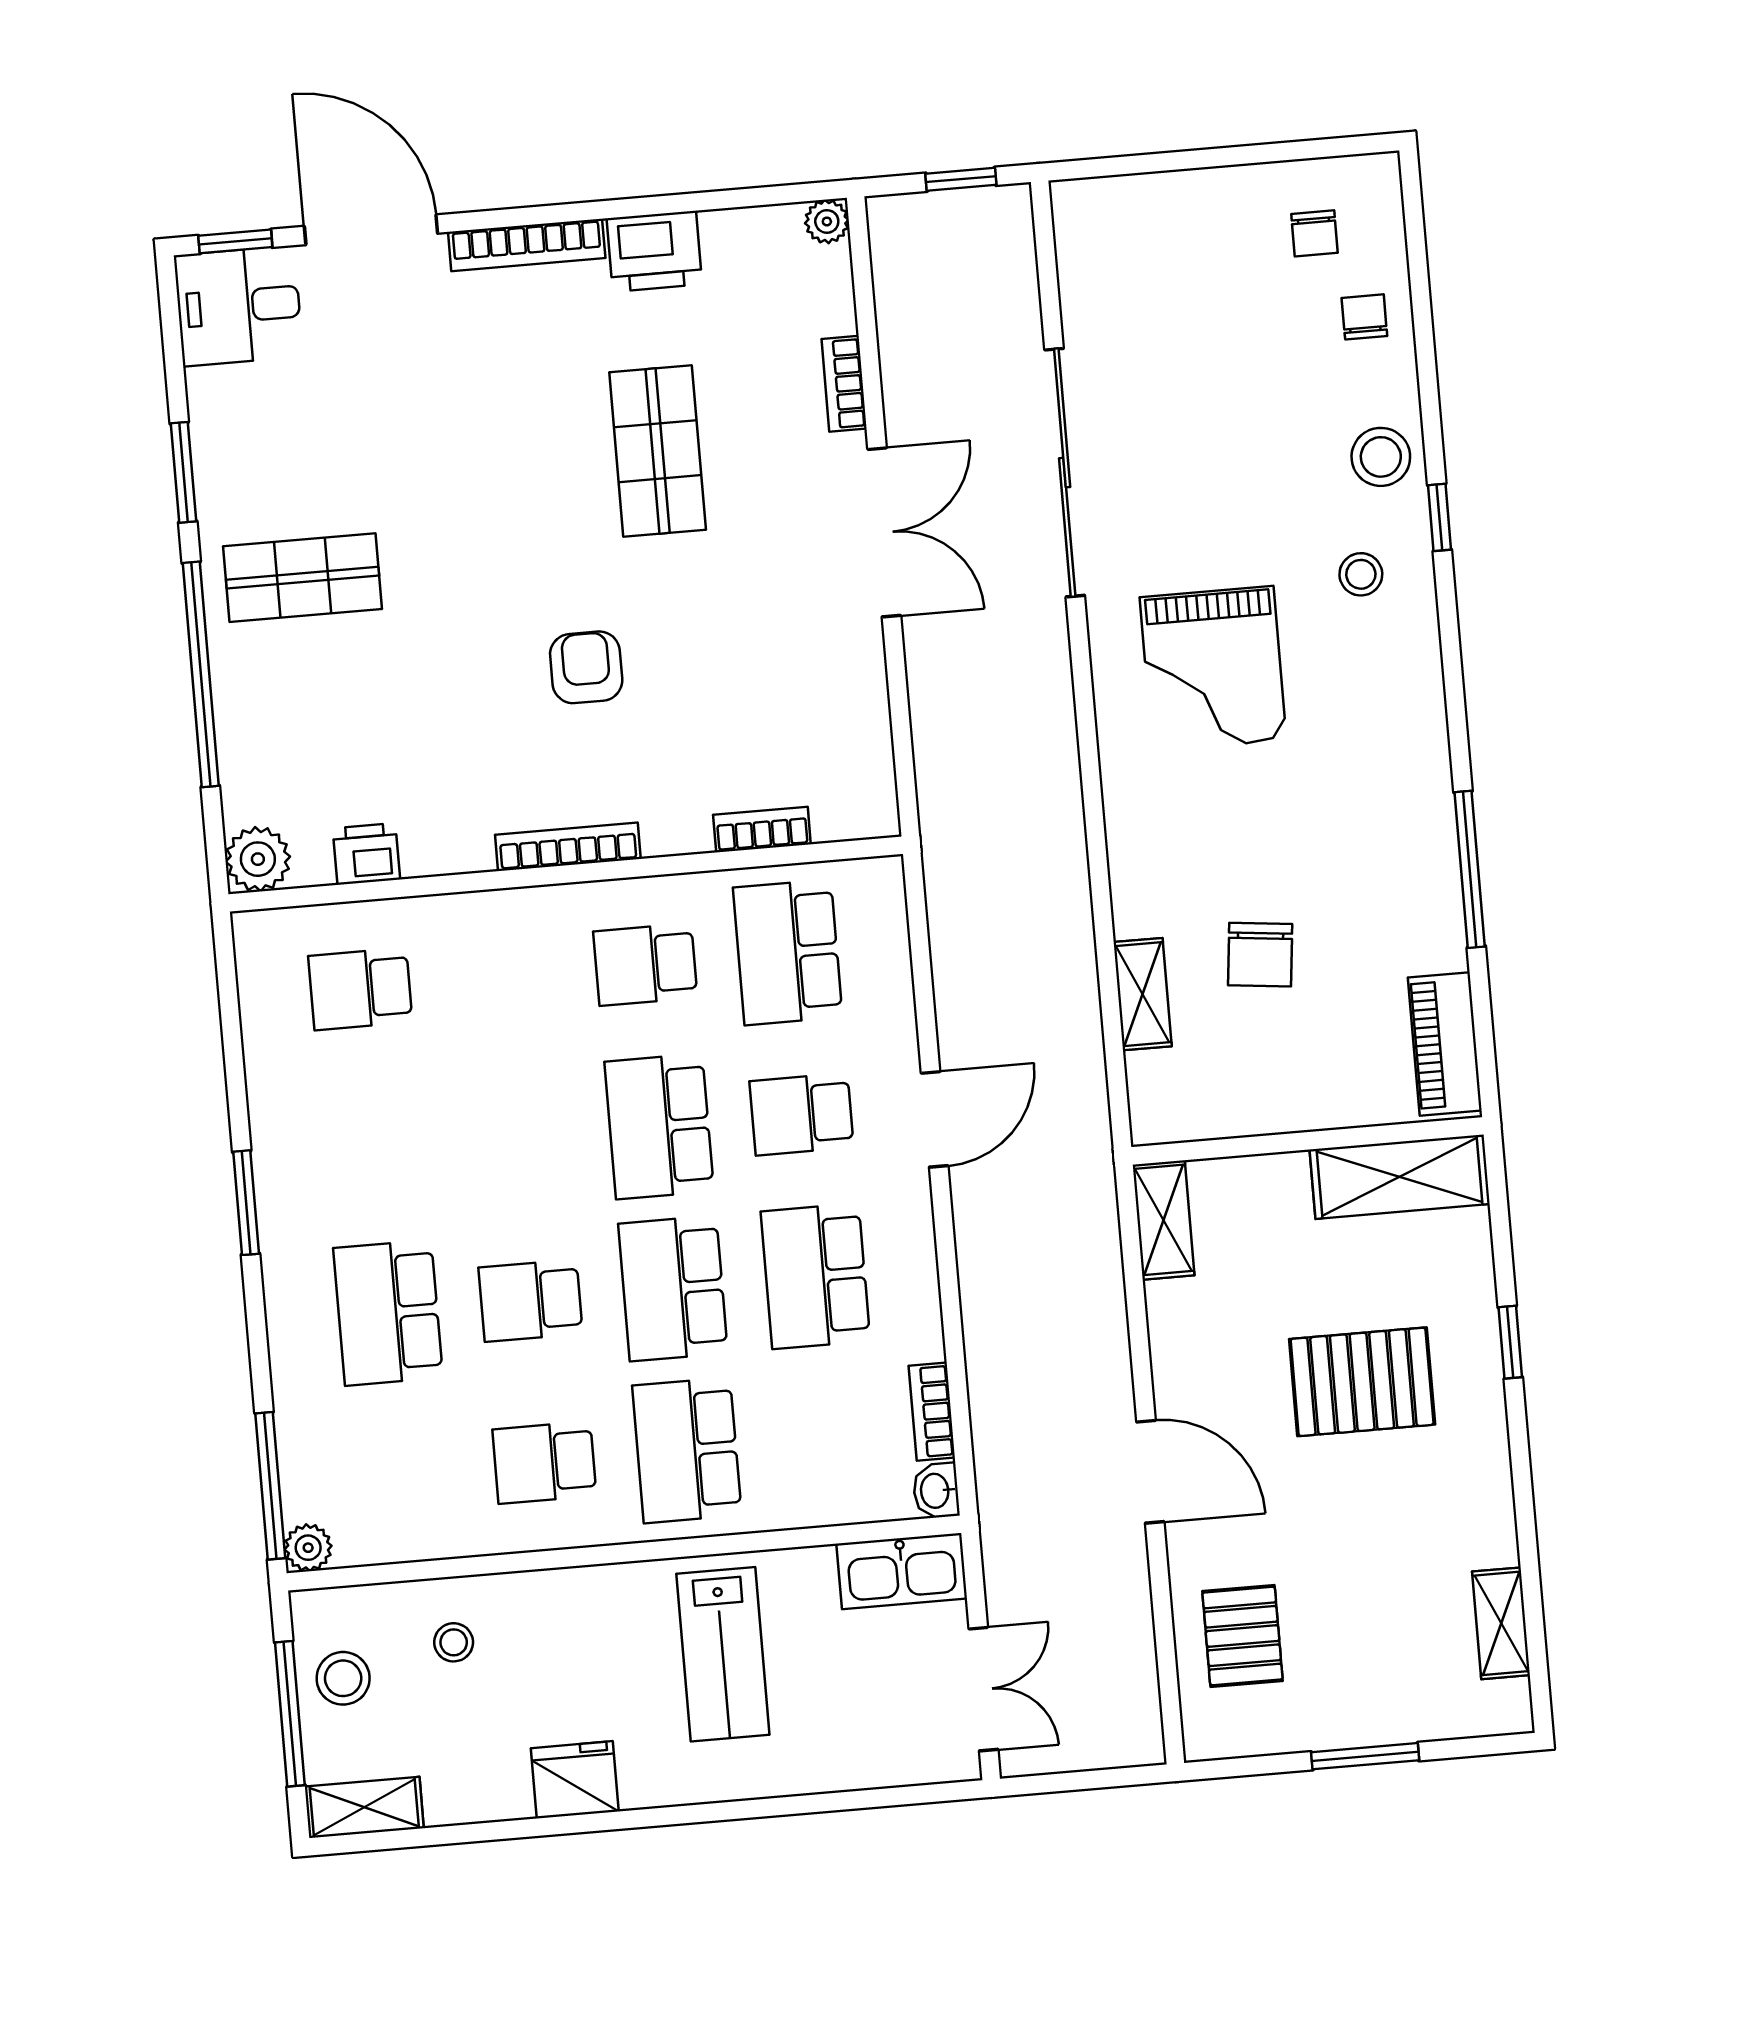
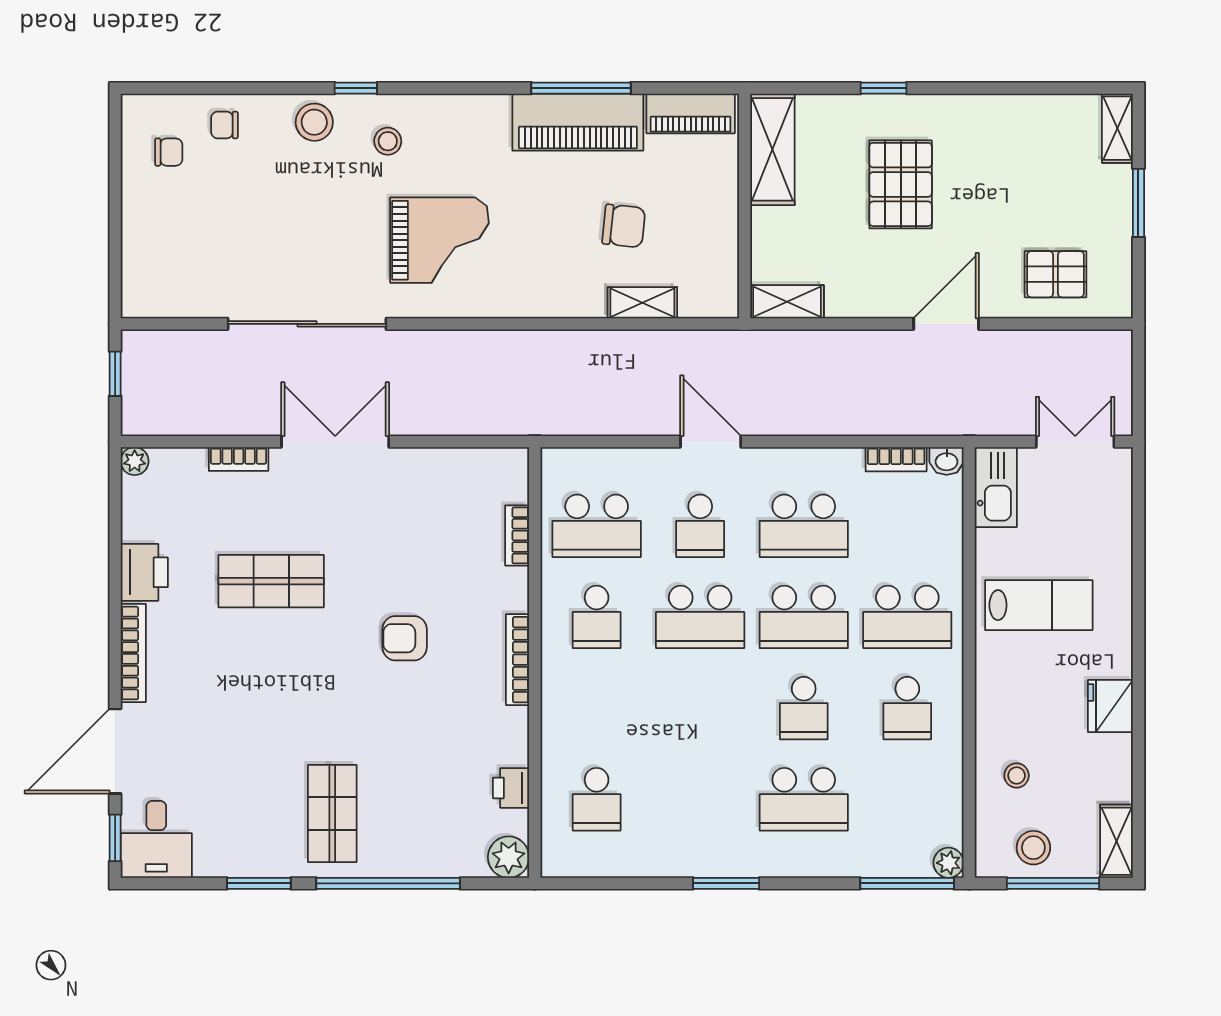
piano: (1416, 869) -> (578, 122), added
shelving: (1501, 1623) -> (1117, 128), moved, turned 90

